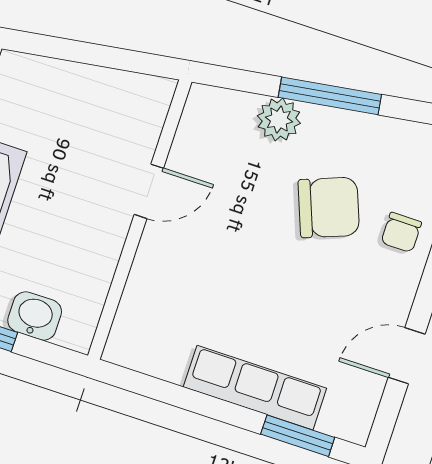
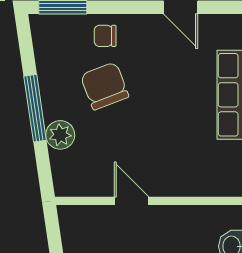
chair: (401, 232) -> (105, 36), turned 180

